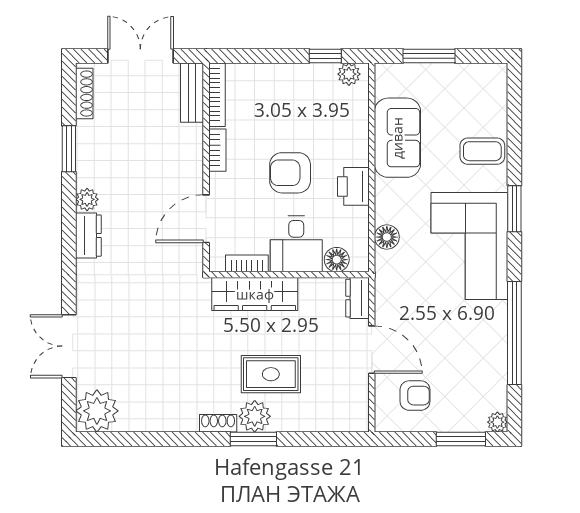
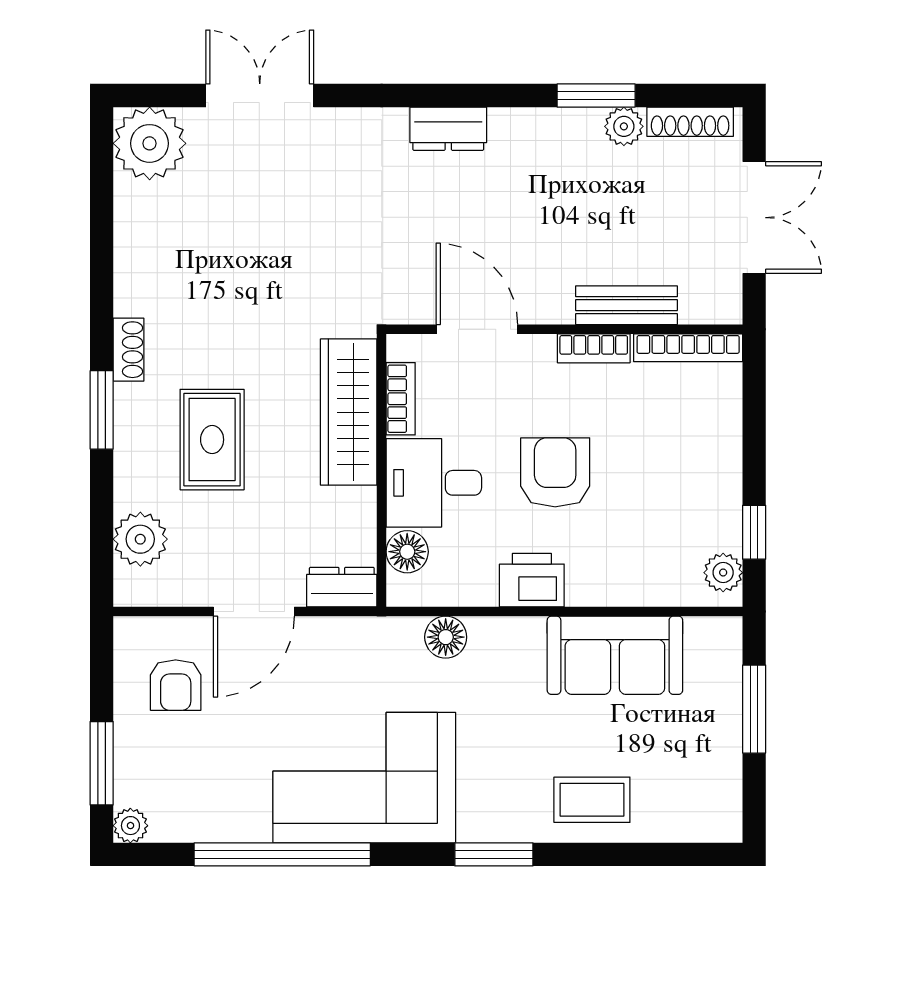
bench: (192, 93) -> (627, 305), moved
coffee table: (482, 151) -> (592, 800), turned 90
plant: (87, 199) -> (624, 126), moved
corner sofa: (469, 246) -> (364, 778), moved
plant: (255, 416) -> (140, 539), moved

